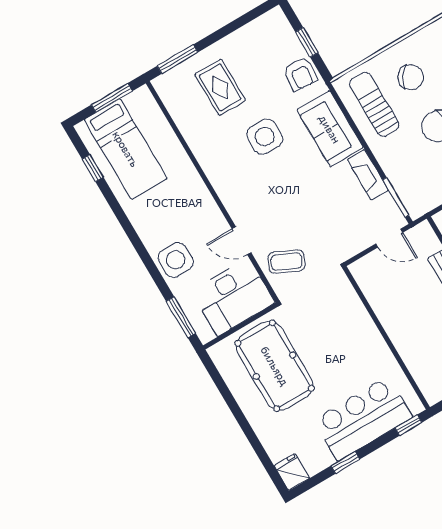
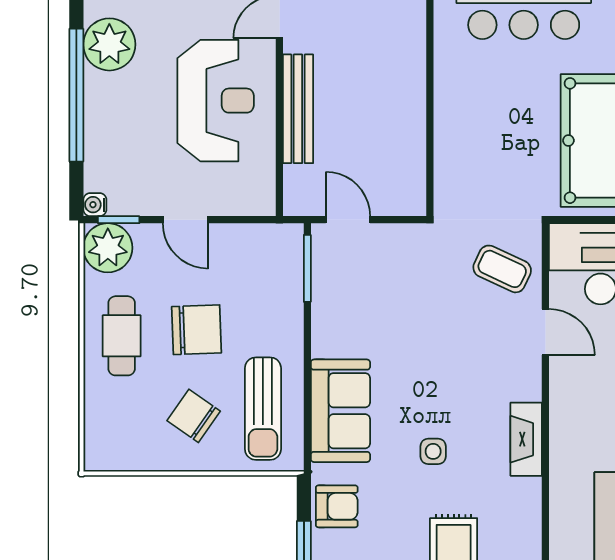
armchair: (300, 74) -> (337, 506), turned 85
side table: (265, 137) -> (433, 451), width x0.54, depth x0.54
fireplace: (368, 175) -> (526, 439), moved, turned 180

